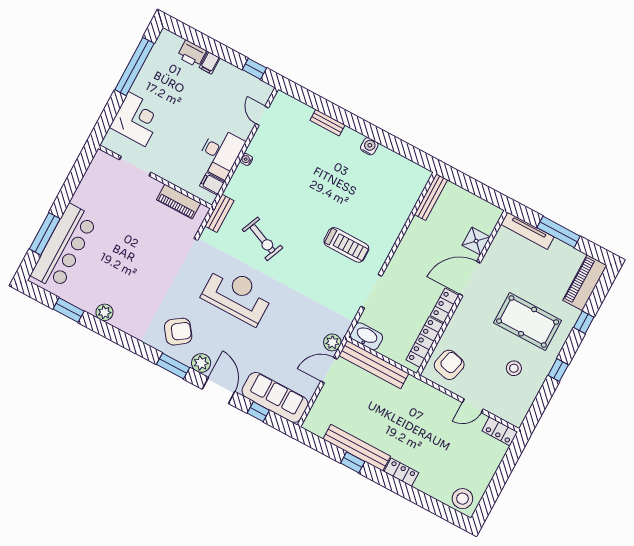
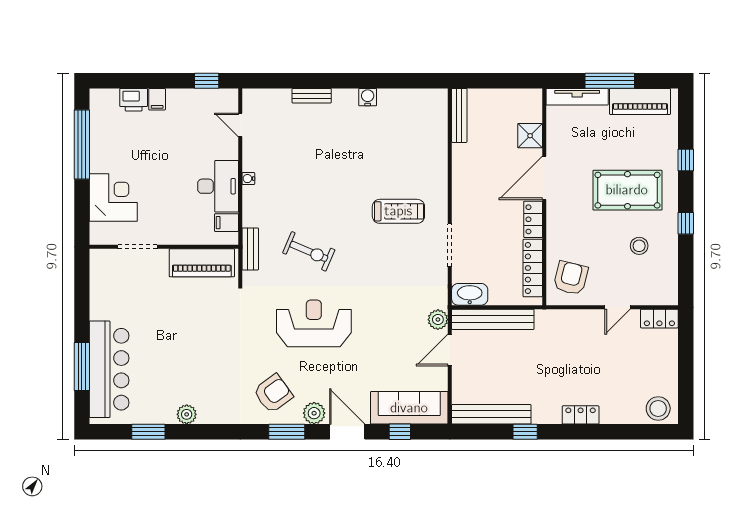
piano: (179, 202) -> (202, 263), width x1.37, depth x1.33
piano: (585, 283) -> (640, 101), moved, turned -90
bench: (357, 448) -> (491, 414), moved

